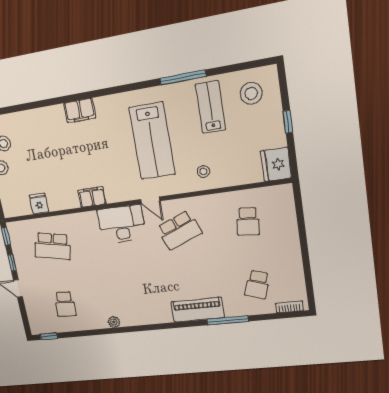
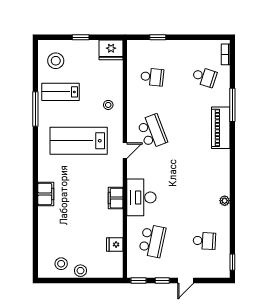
lab bench: (152, 141) -> (79, 141), turned 180
window: (301, 222) -> (158, 37), added
desk: (122, 224) -> (141, 197), moved

